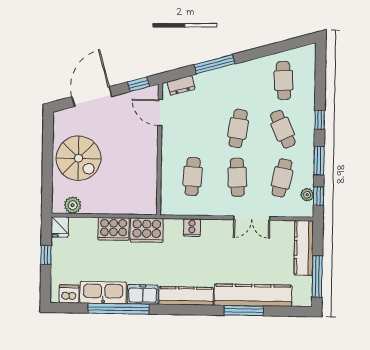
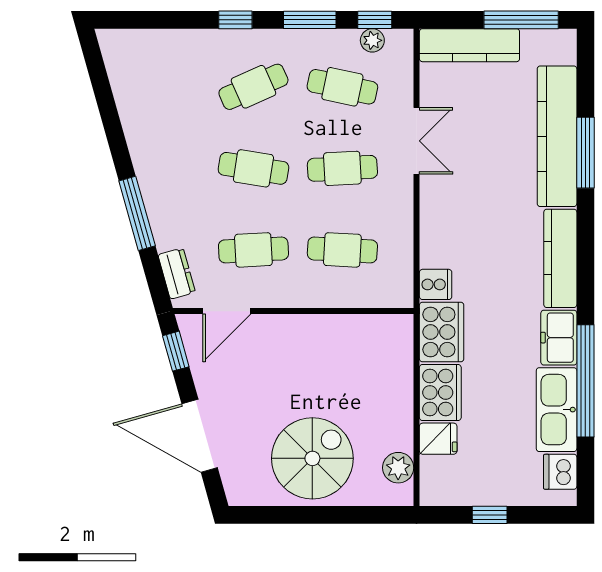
cafe table: (284, 80) -> (253, 250), moved
fridge: (60, 227) -> (438, 439), moved
cooker: (192, 228) -> (436, 284), moved

